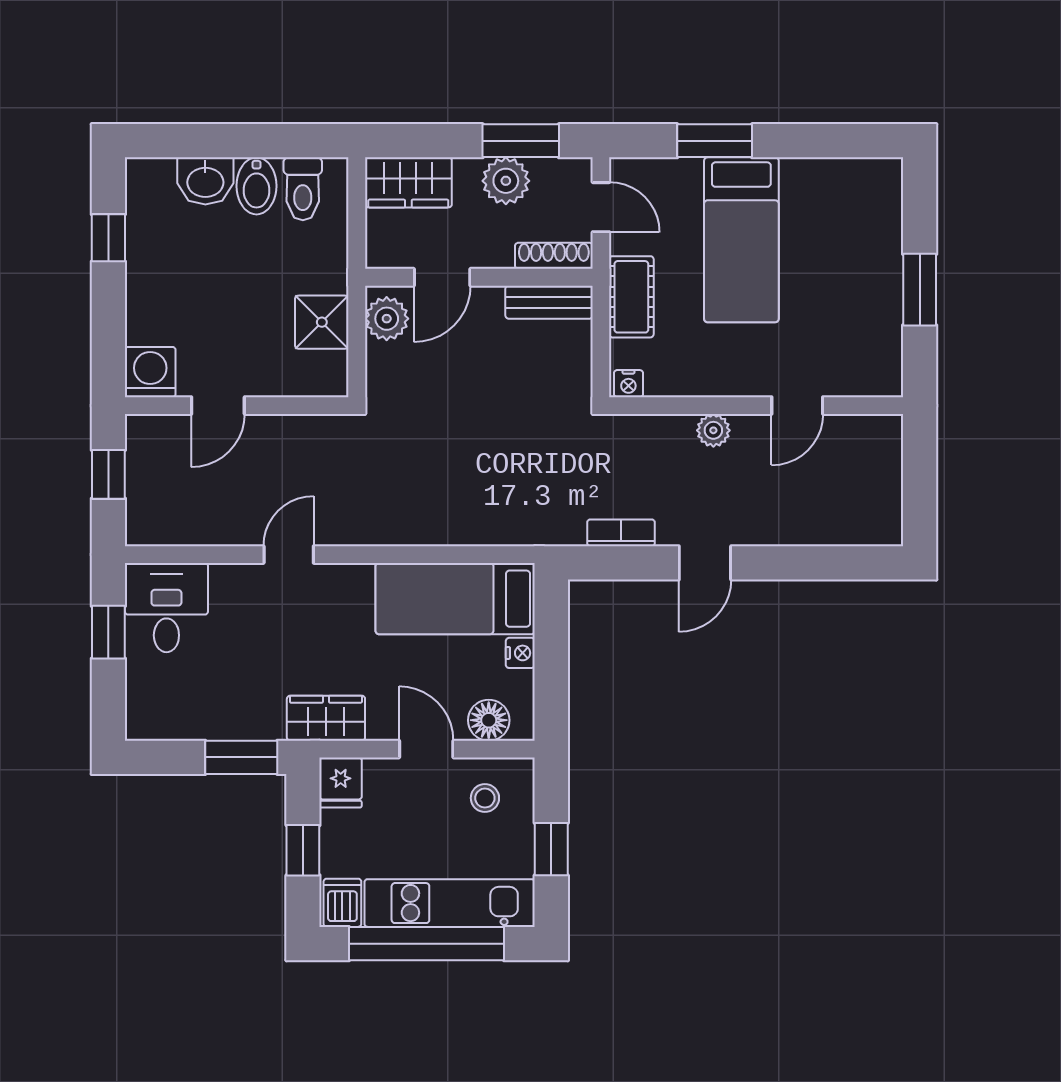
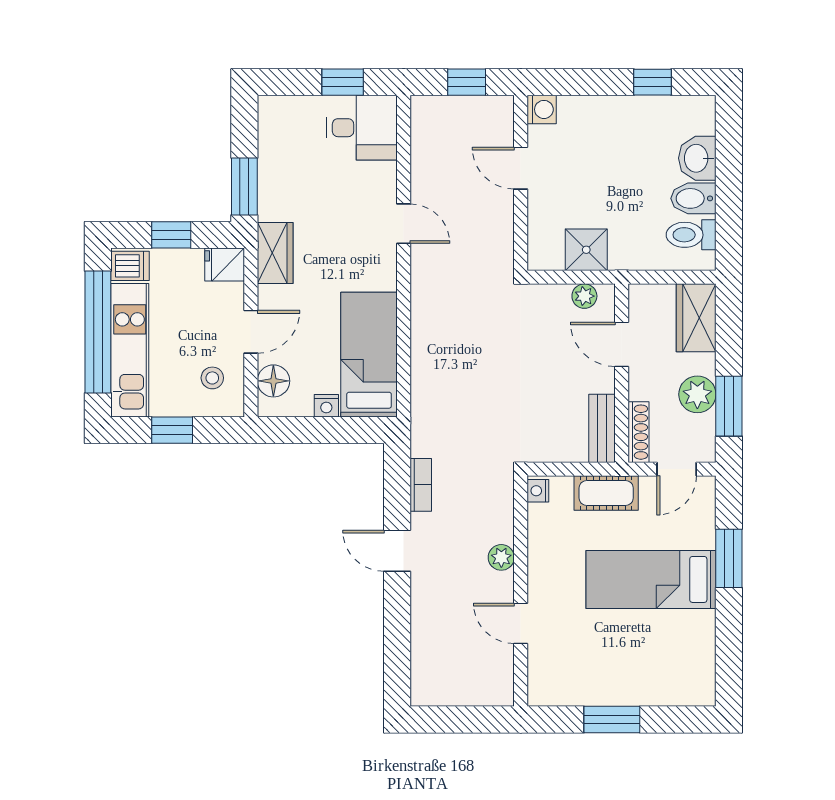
plant: (387, 319) -> (584, 296), width x0.73, depth x0.73
washing machine: (150, 372) -> (542, 109), width x0.73, depth x0.73

